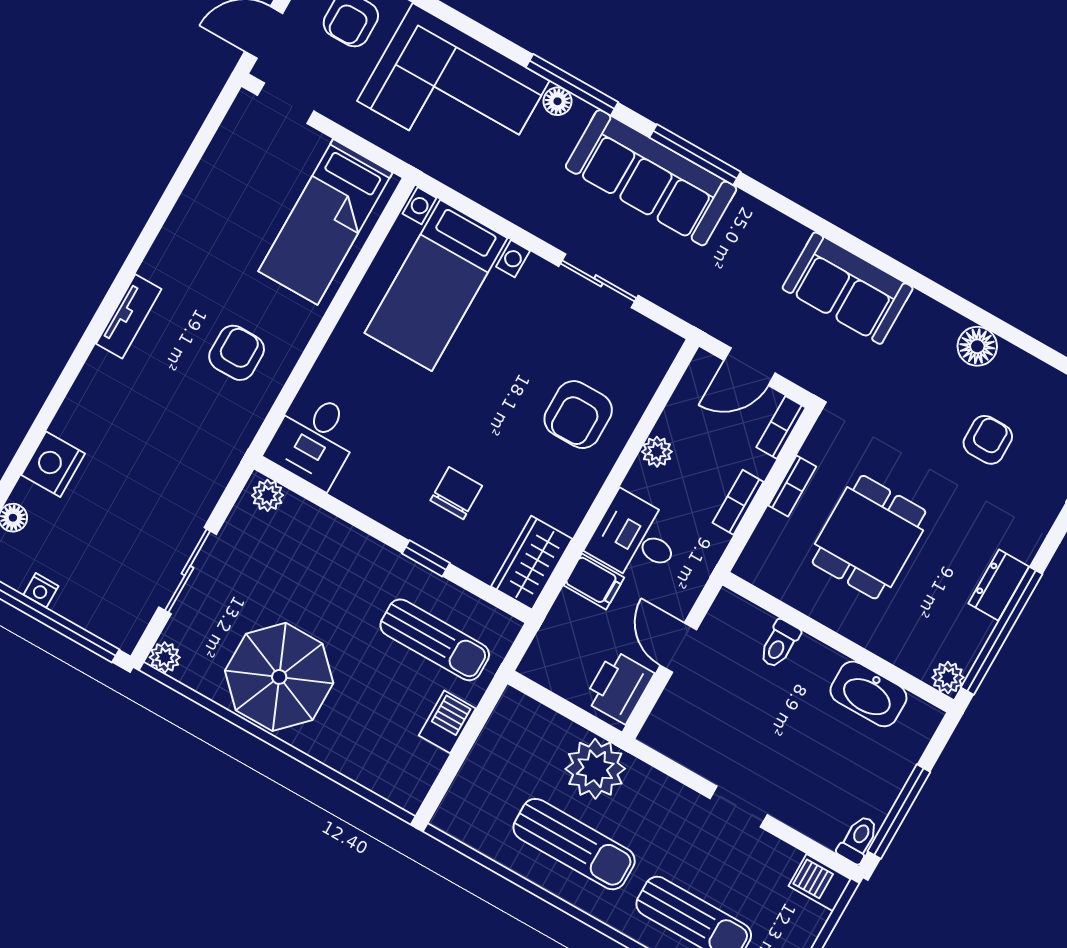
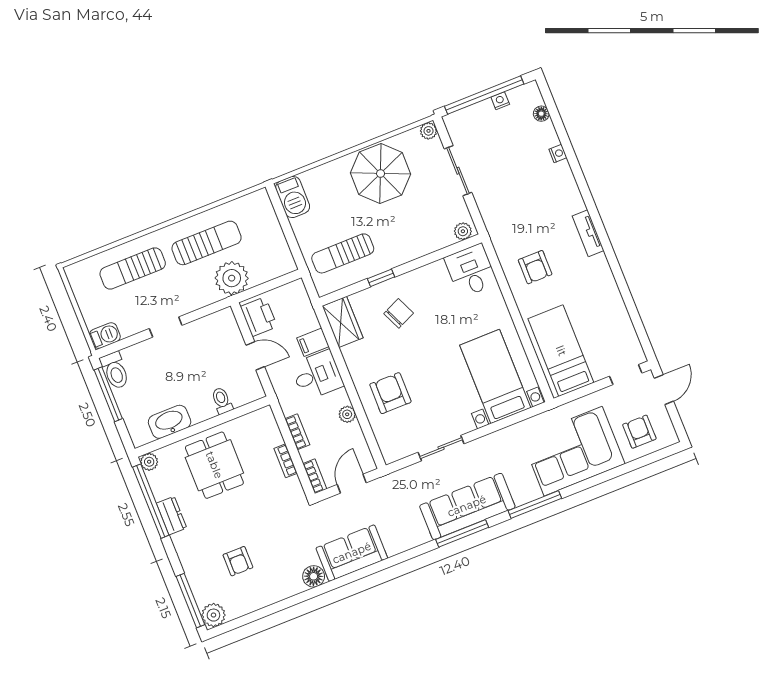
floor lamp: (557, 101) -> (533, 493), removed
floor lamp: (977, 346) -> (314, 576), moved
nightstand: (53, 464) -> (558, 153), width x0.53, depth x0.56
chair: (456, 493) -> (399, 313), turned -114
dining table: (869, 537) -> (214, 465), moved
barbecue: (447, 722) -> (293, 197), moved, width x1.38, depth x1.27
toilet: (858, 839) -> (115, 371), width x1.37, depth x1.39
sun lounger: (574, 844) -> (207, 243), turned 180

